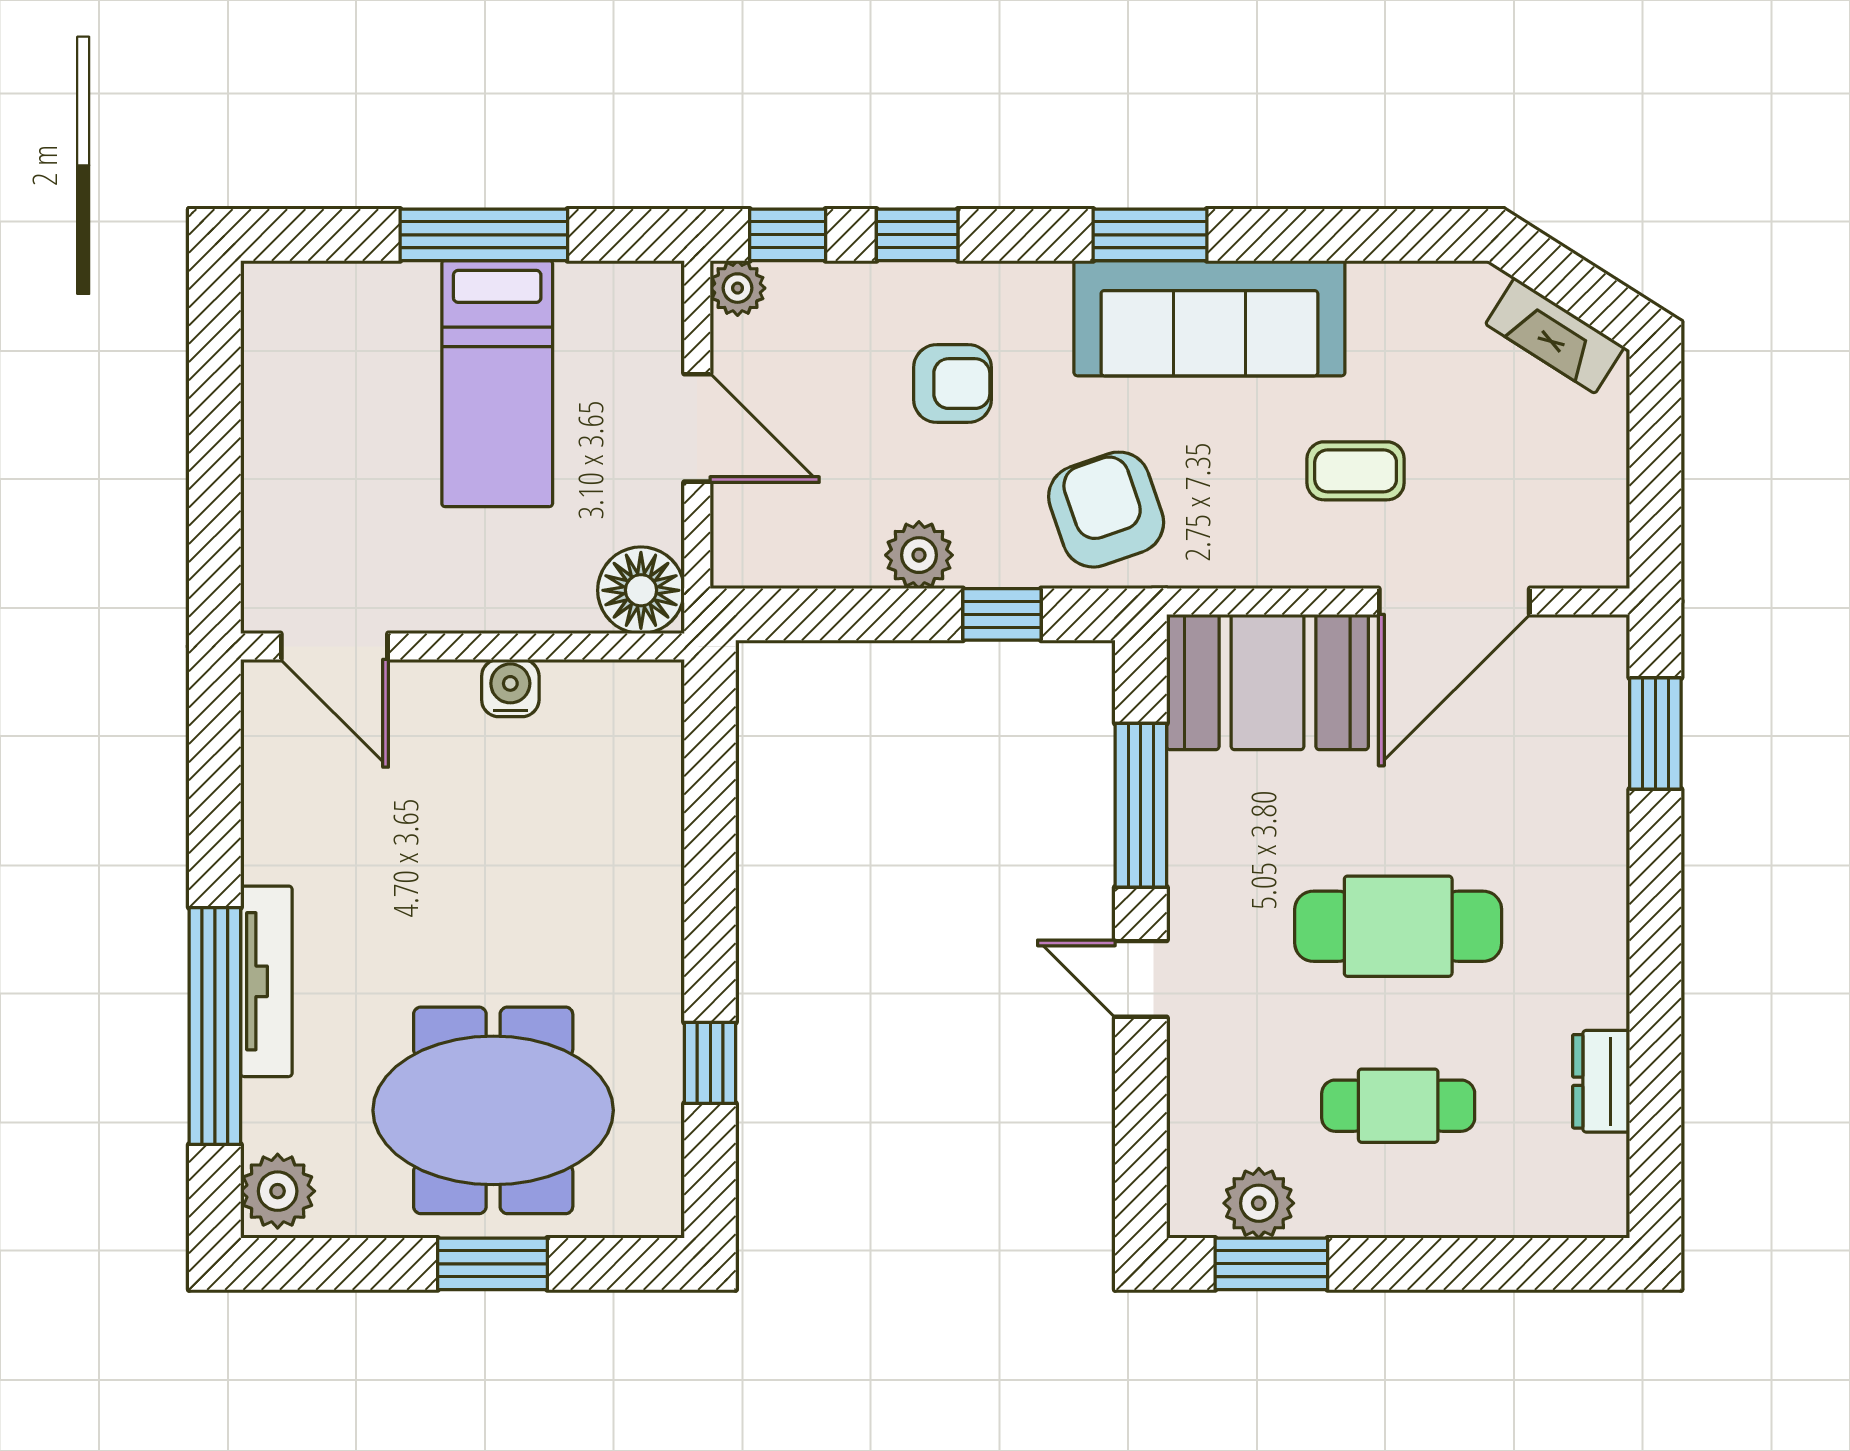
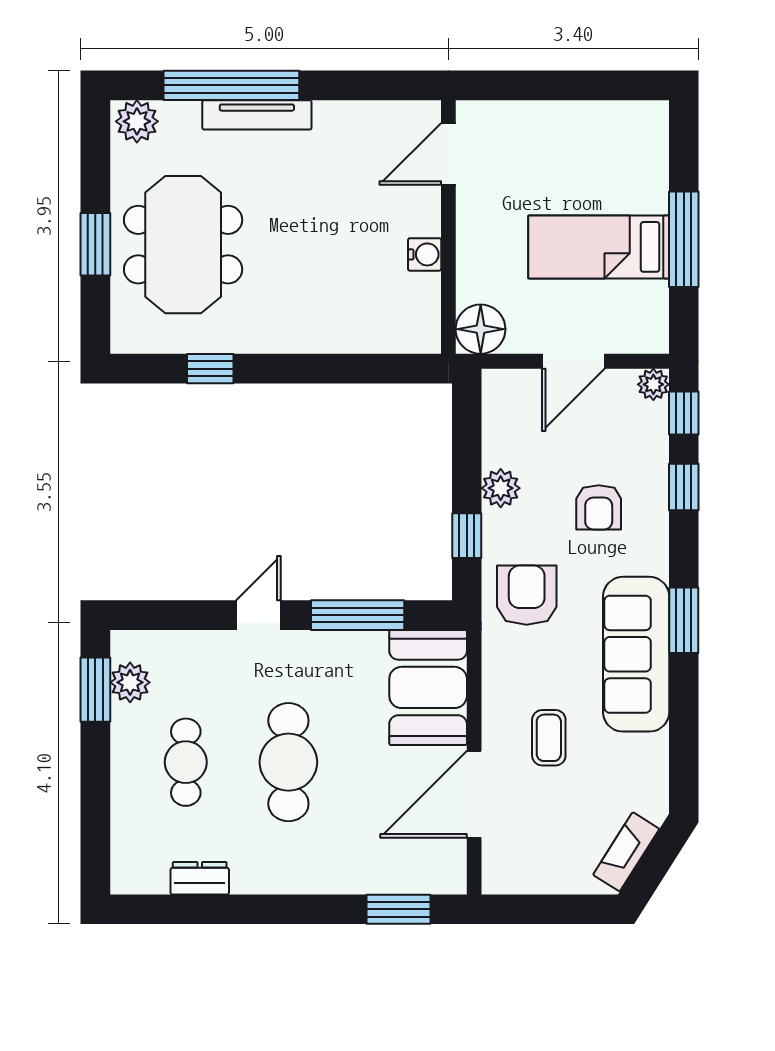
armchair: (1106, 510) -> (527, 595), turned -71
door: (1454, 601) -> (474, 794), hinge flipped

